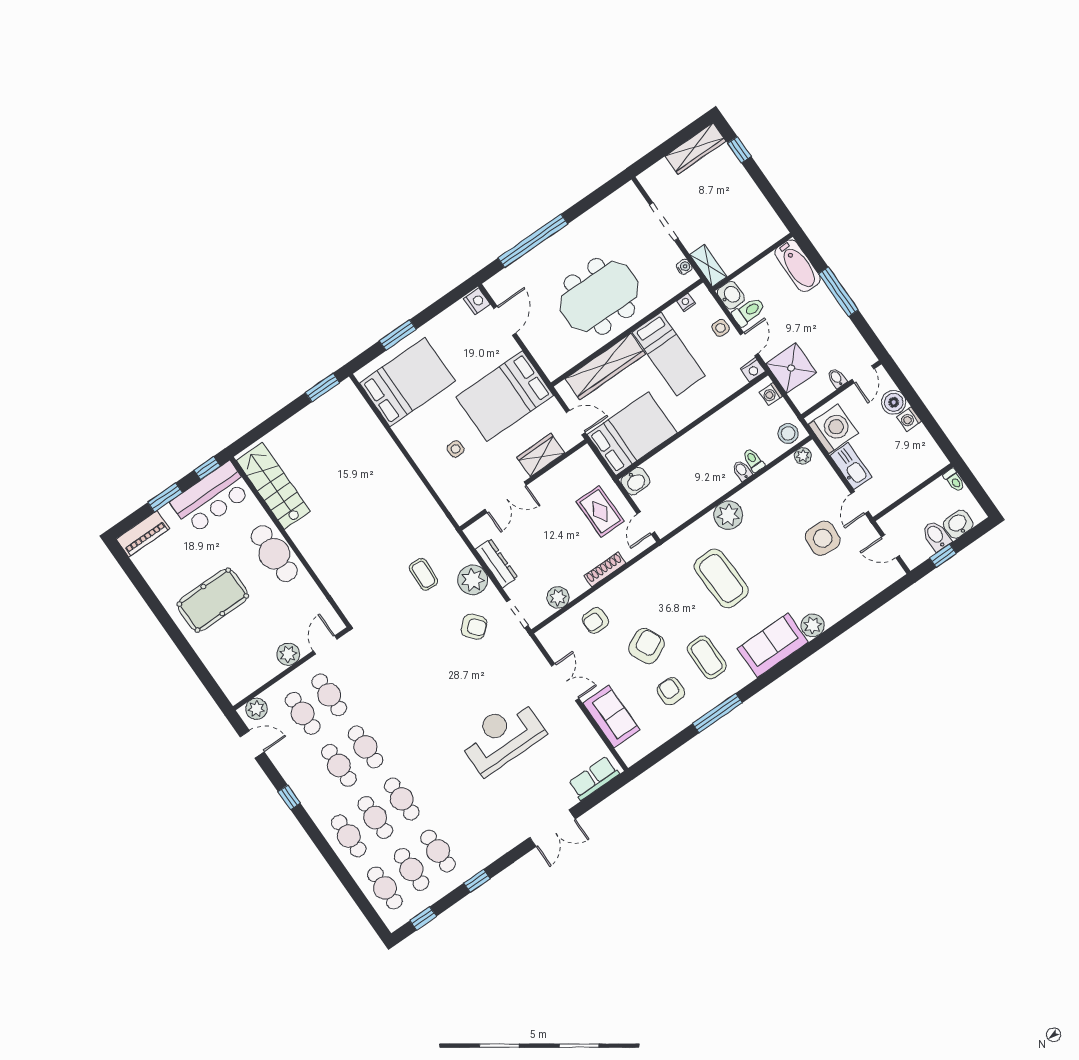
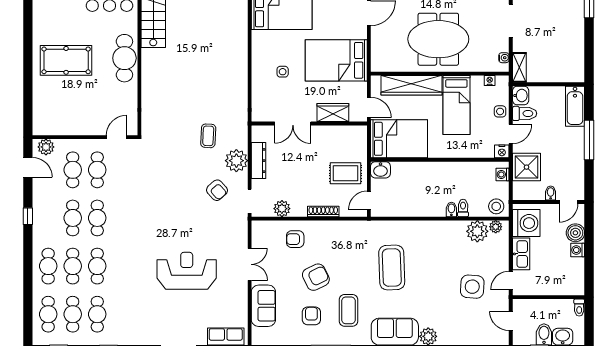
rug: (600, 511) -> (345, 173), turned 90
plant: (728, 515) -> (477, 231), moved
plant: (288, 654) -> (89, 127), removed

